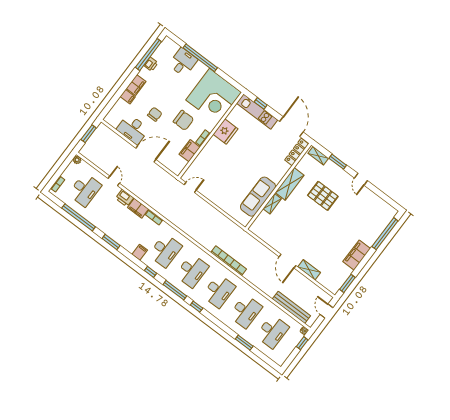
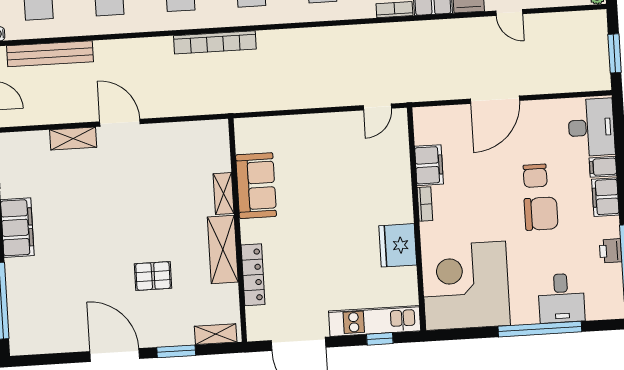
chair: (183, 120) -> (541, 214), moved, turned 180
desk: (133, 129) -> (591, 127), moved, turned 90
locker: (297, 152) -> (253, 275), moved
door: (361, 179) -> (115, 355), width x1.87
pallet: (323, 196) -> (153, 276), width x0.67, depth x0.71
sofa: (258, 197) -> (256, 186), width x0.73

